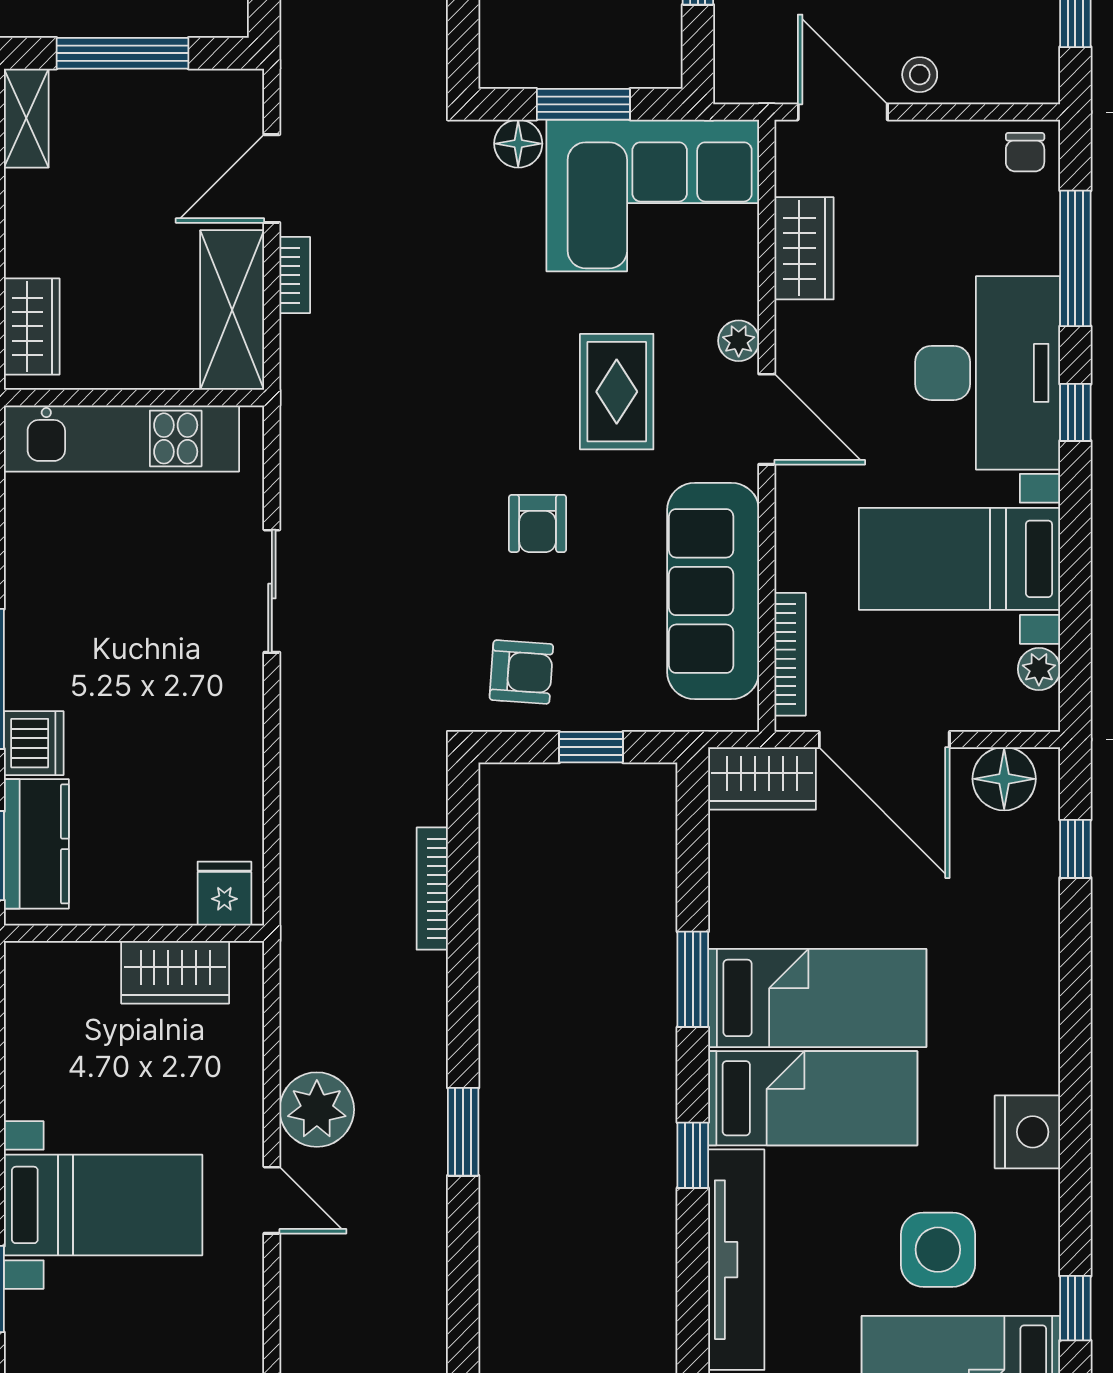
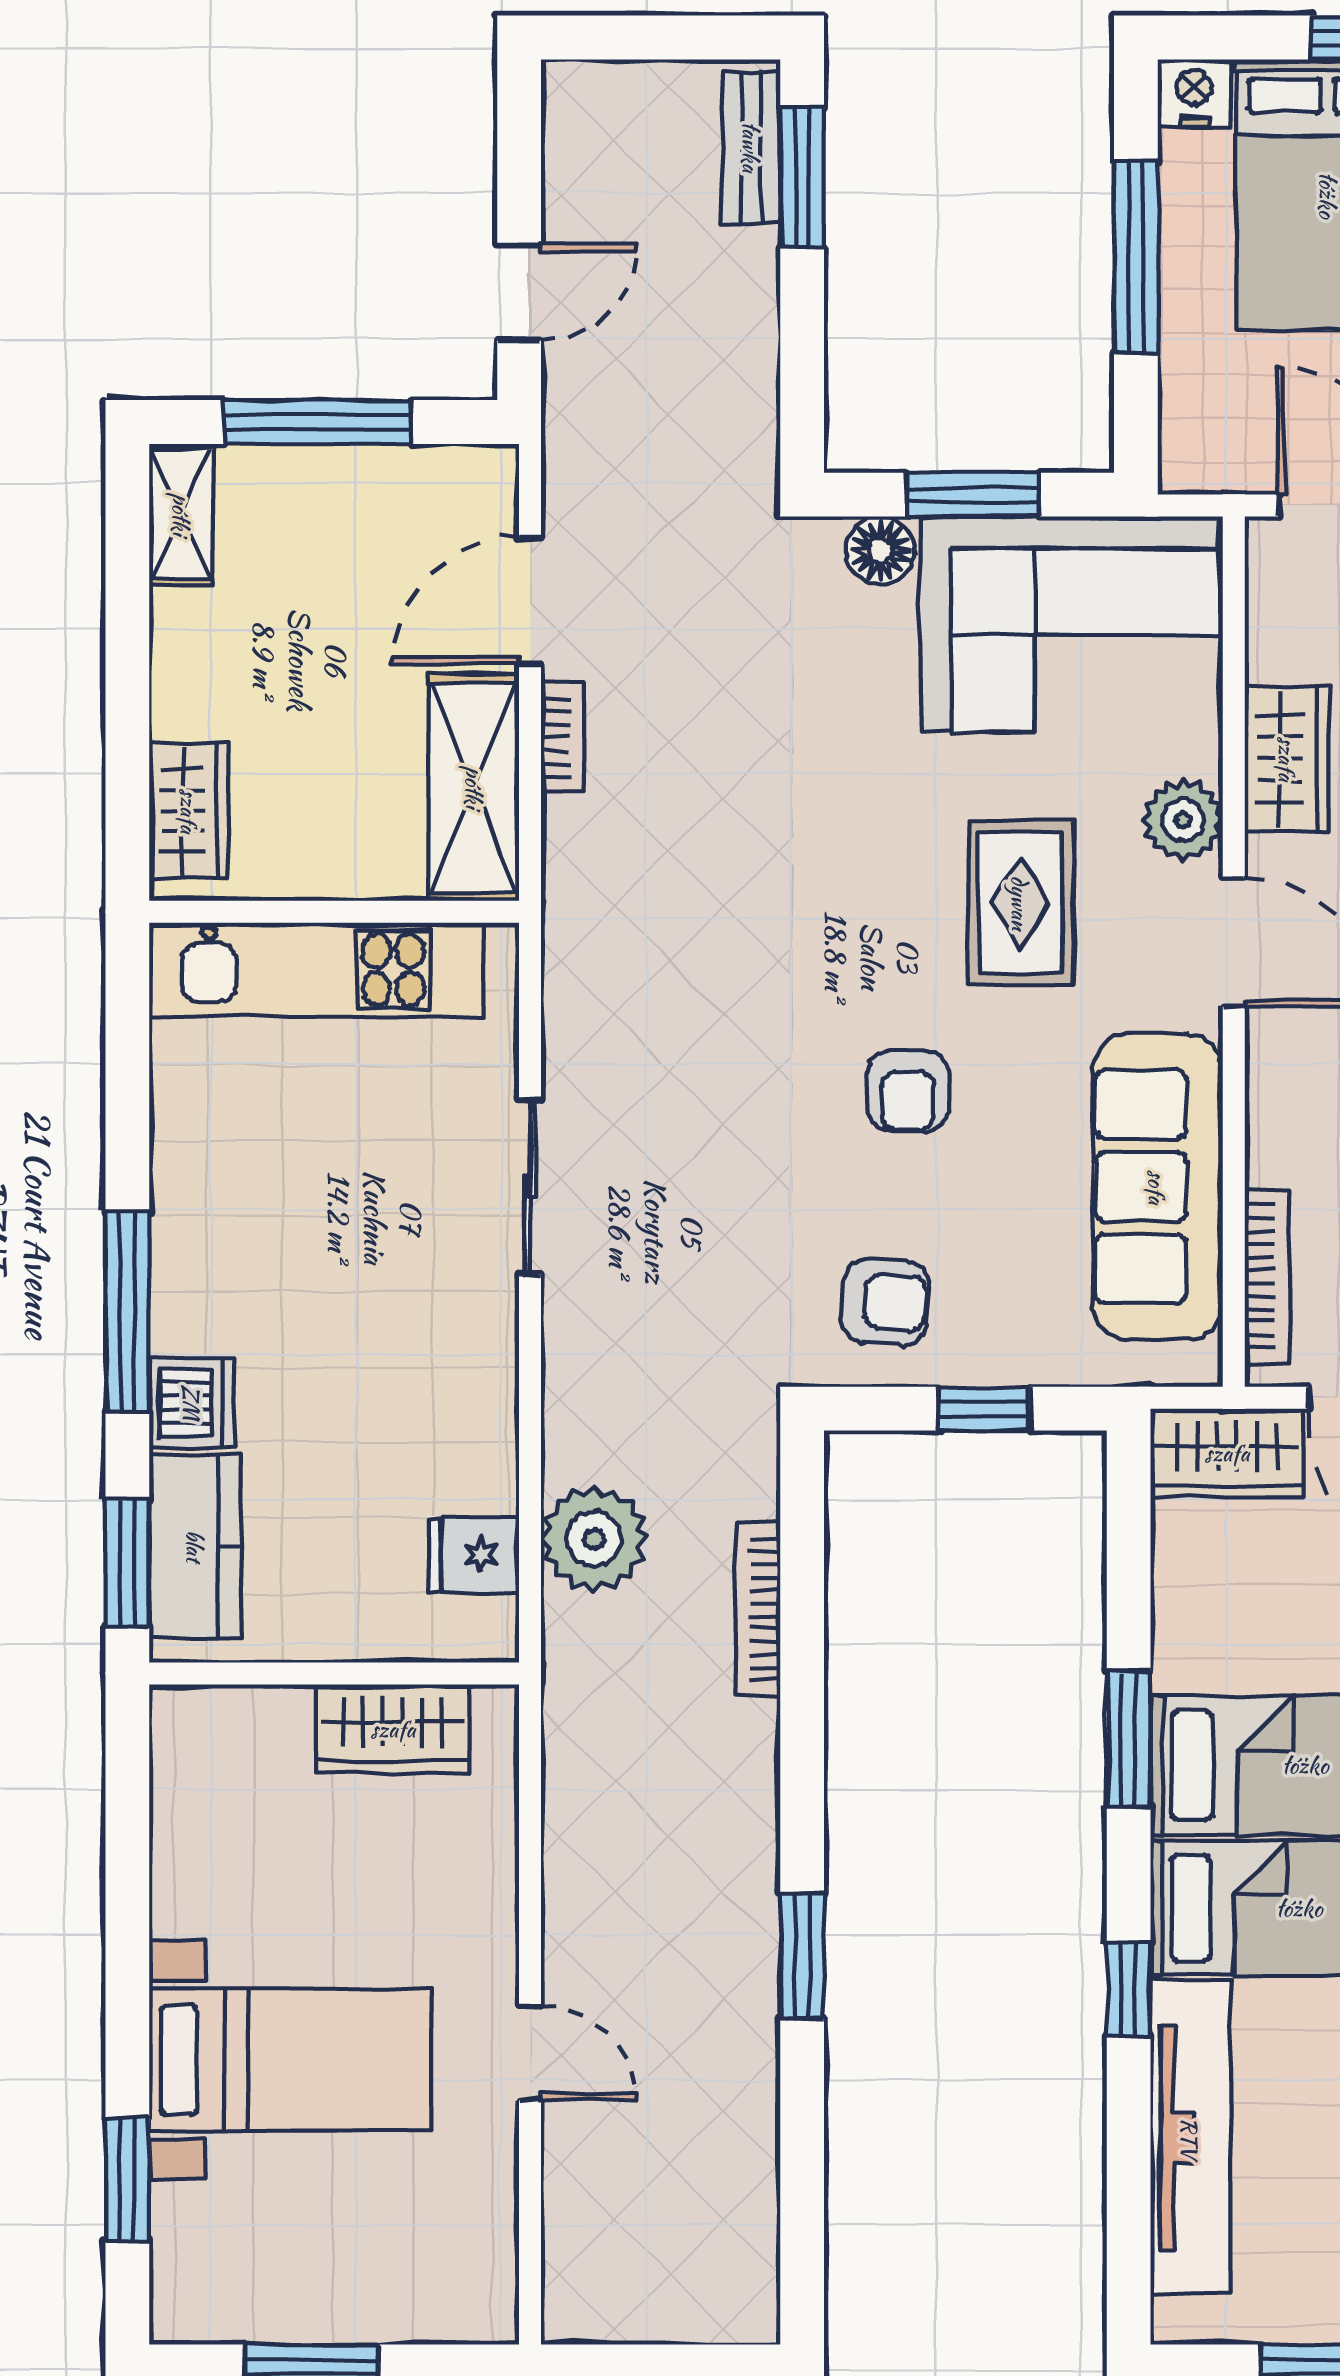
wardrobe: (804, 248) -> (1287, 759), moved
plant: (739, 341) -> (1183, 820), width x1.38, depth x1.38
fridge: (224, 894) -> (474, 1555), moved, turned -90
plant: (317, 1110) -> (594, 1539), moved

